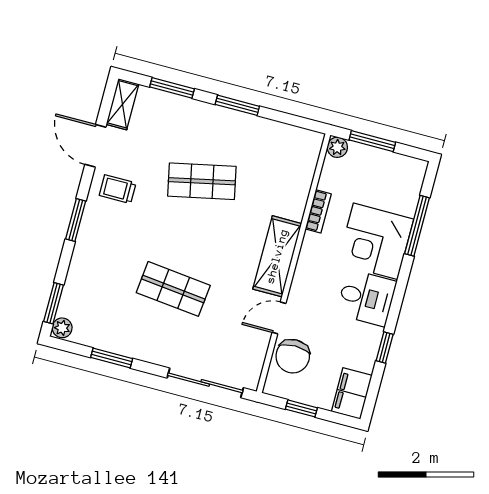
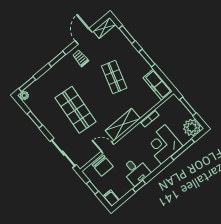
freezer: (290, 140) -> (158, 85), added
plant: (337, 147) -> (192, 127), moved, width x1.88, depth x1.88
shop shelf: (202, 181) -> (114, 77), turned 30
shop shelf: (173, 289) -> (76, 110), width x1.43, depth x1.36
desk: (366, 298) -> (136, 171), moved
chair: (293, 356) -> (103, 166), turned -90
filing cabinet: (352, 393) -> (111, 198), width x0.50

